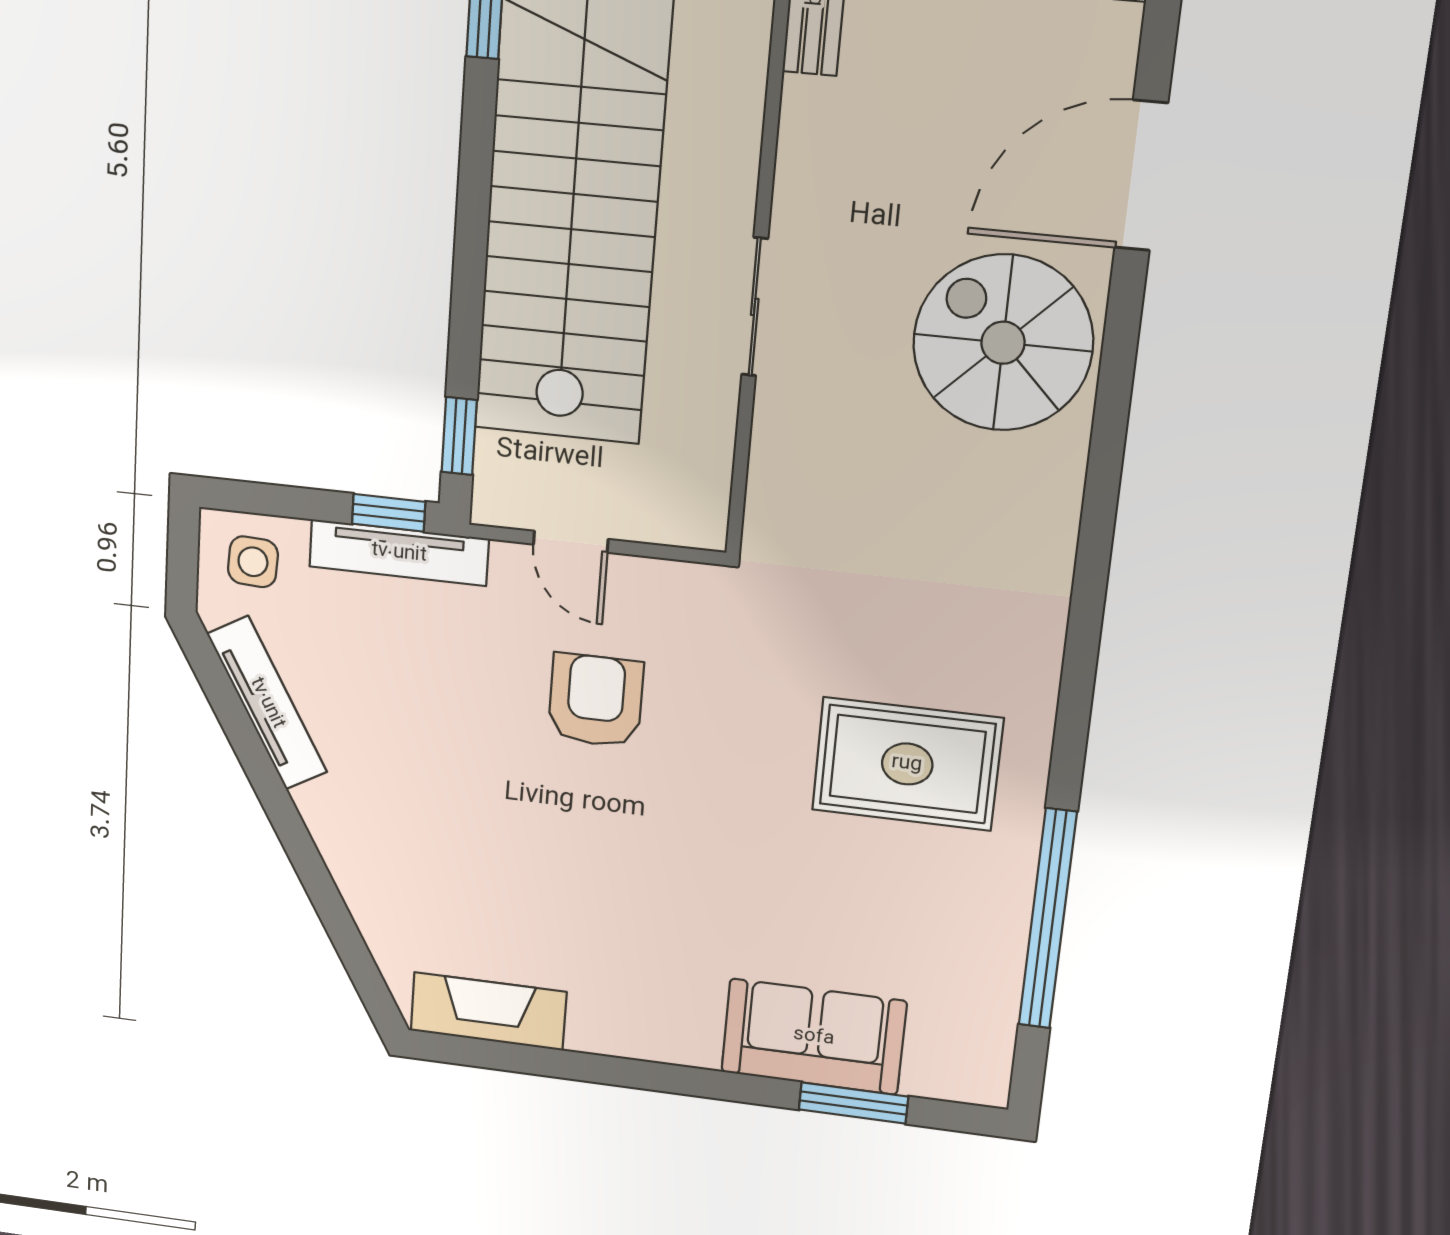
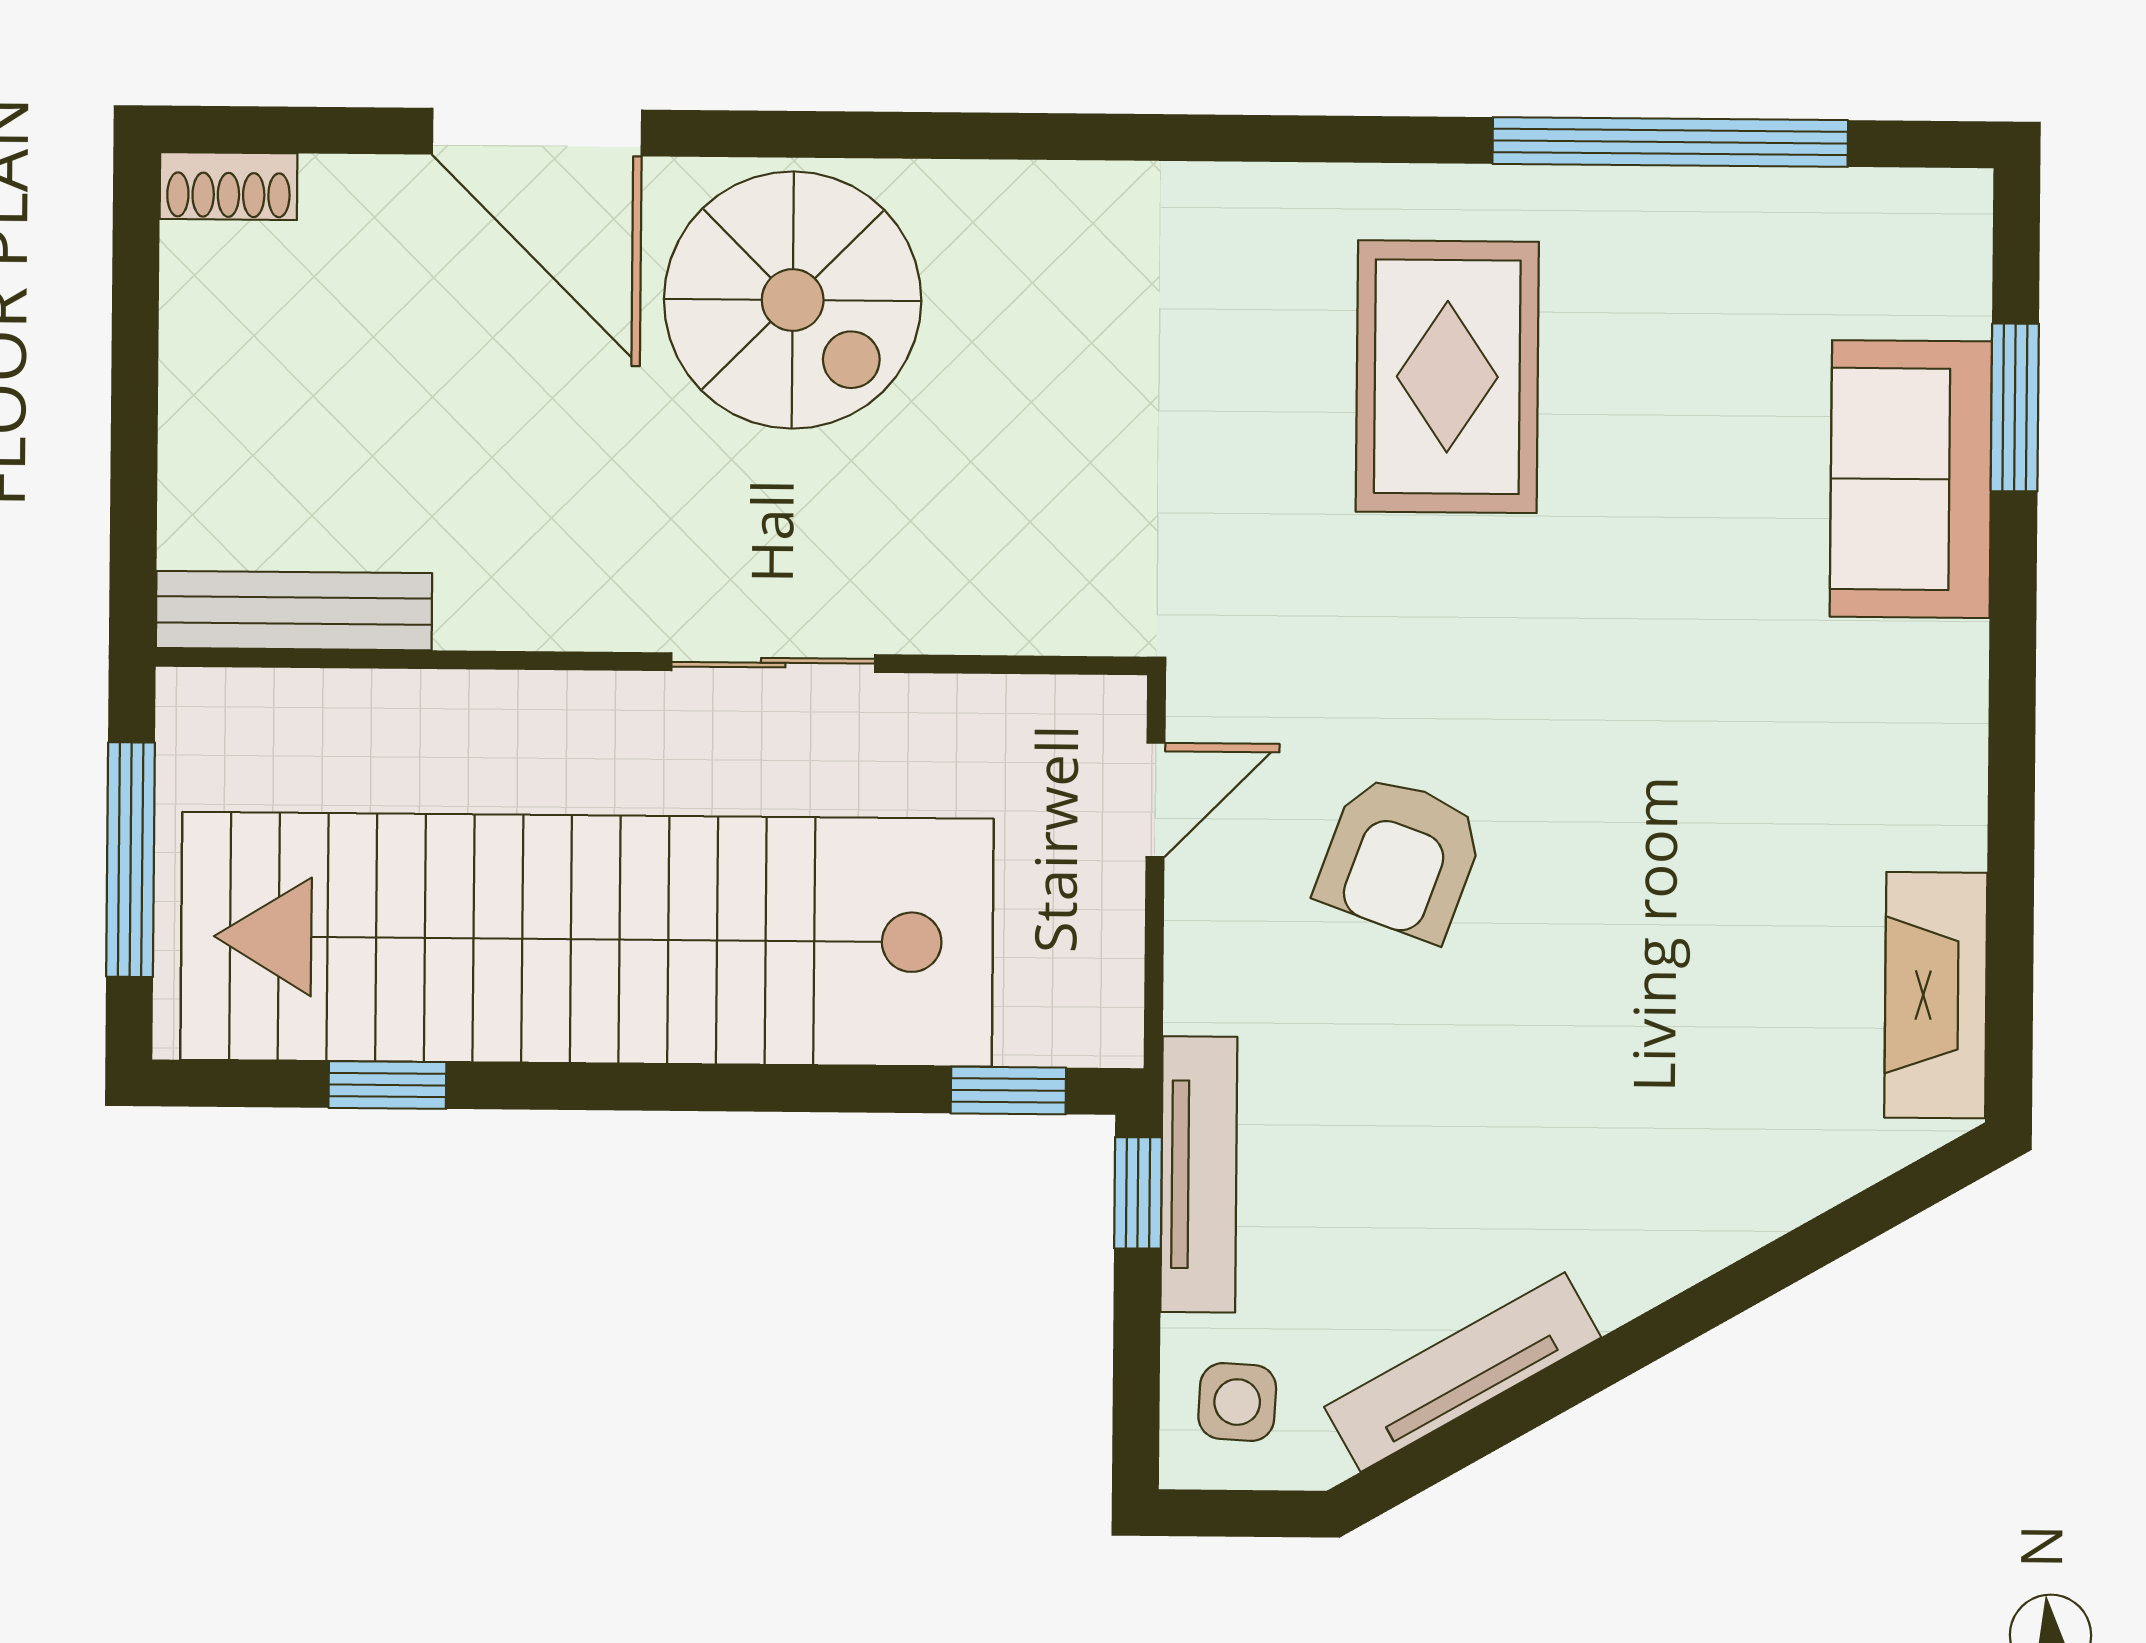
spiral stairs: (1003, 343) -> (793, 300), turned -90
door: (571, 542) -> (1155, 800), moved
armchair: (596, 700) -> (1400, 857), turned -70

